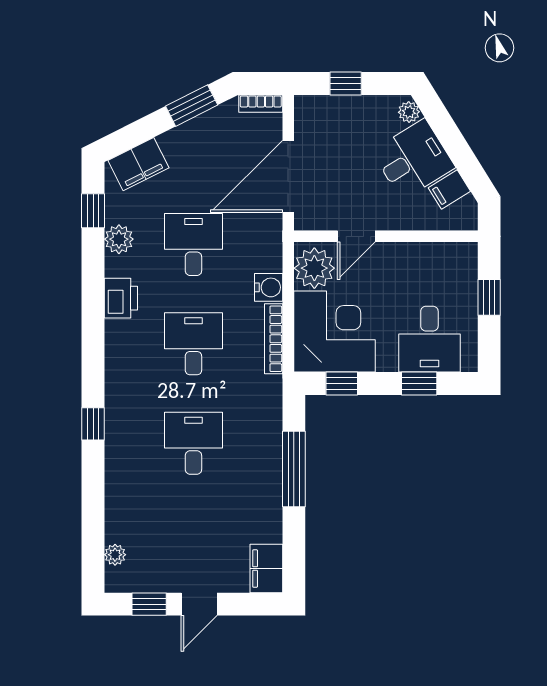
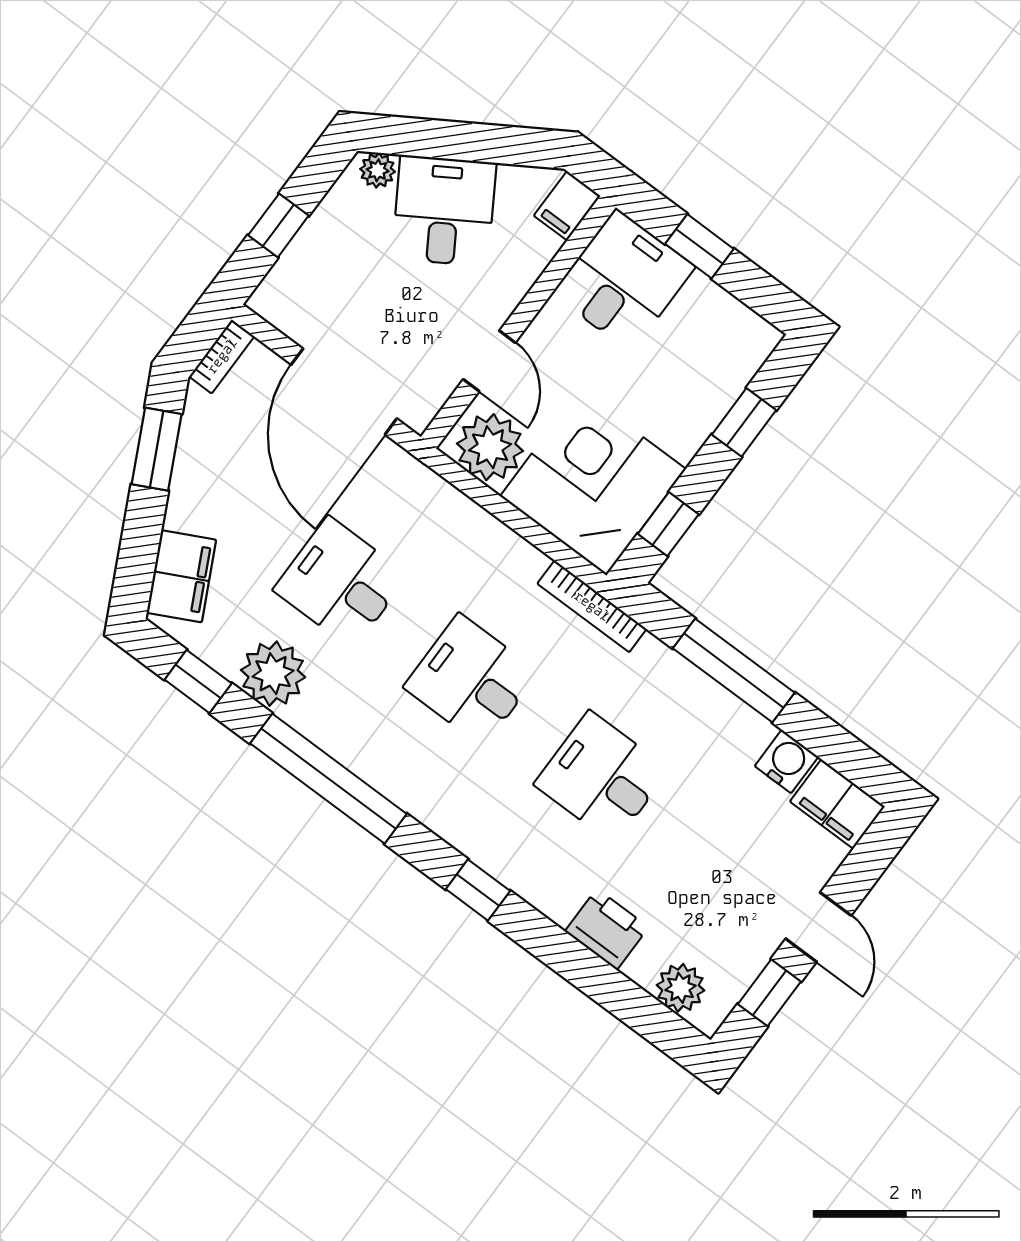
filing cabinet: (449, 189) -> (567, 206), moved, turned 32
plant: (119, 239) -> (273, 674), width x1.36, depth x1.36
water cooler: (269, 287) -> (786, 761), moved
printer: (121, 298) -> (607, 929), moved
window: (93, 310) -> (328, 779), added
bookcase: (274, 339) -> (592, 606), moved
desk: (429, 339) -> (624, 280), moved, turned -90
plant: (115, 555) -> (681, 988), width x1.38, depth x1.38

